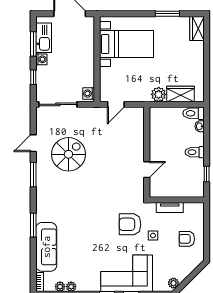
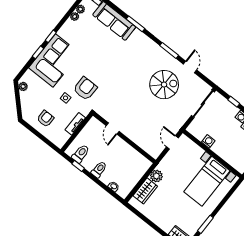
washing machine: (89, 94) -> (208, 141), moved
toilet: (193, 113) -> (81, 154), moved
spiral stairs: (68, 154) -> (164, 85), turned -90

